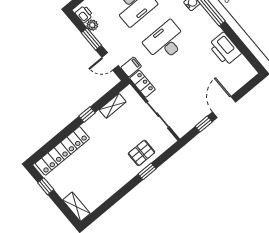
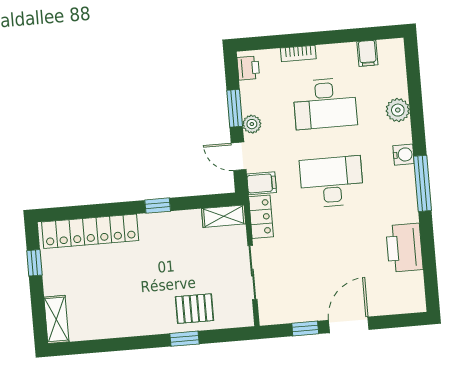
plant: (92, 25) -> (252, 124), moved
shelving: (113, 106) -> (224, 216), moved

